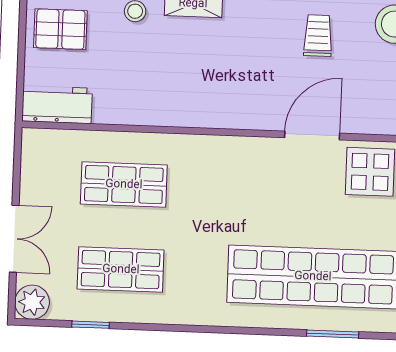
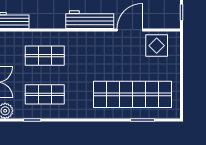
workbench: (225, 109) -> (90, 20), added

